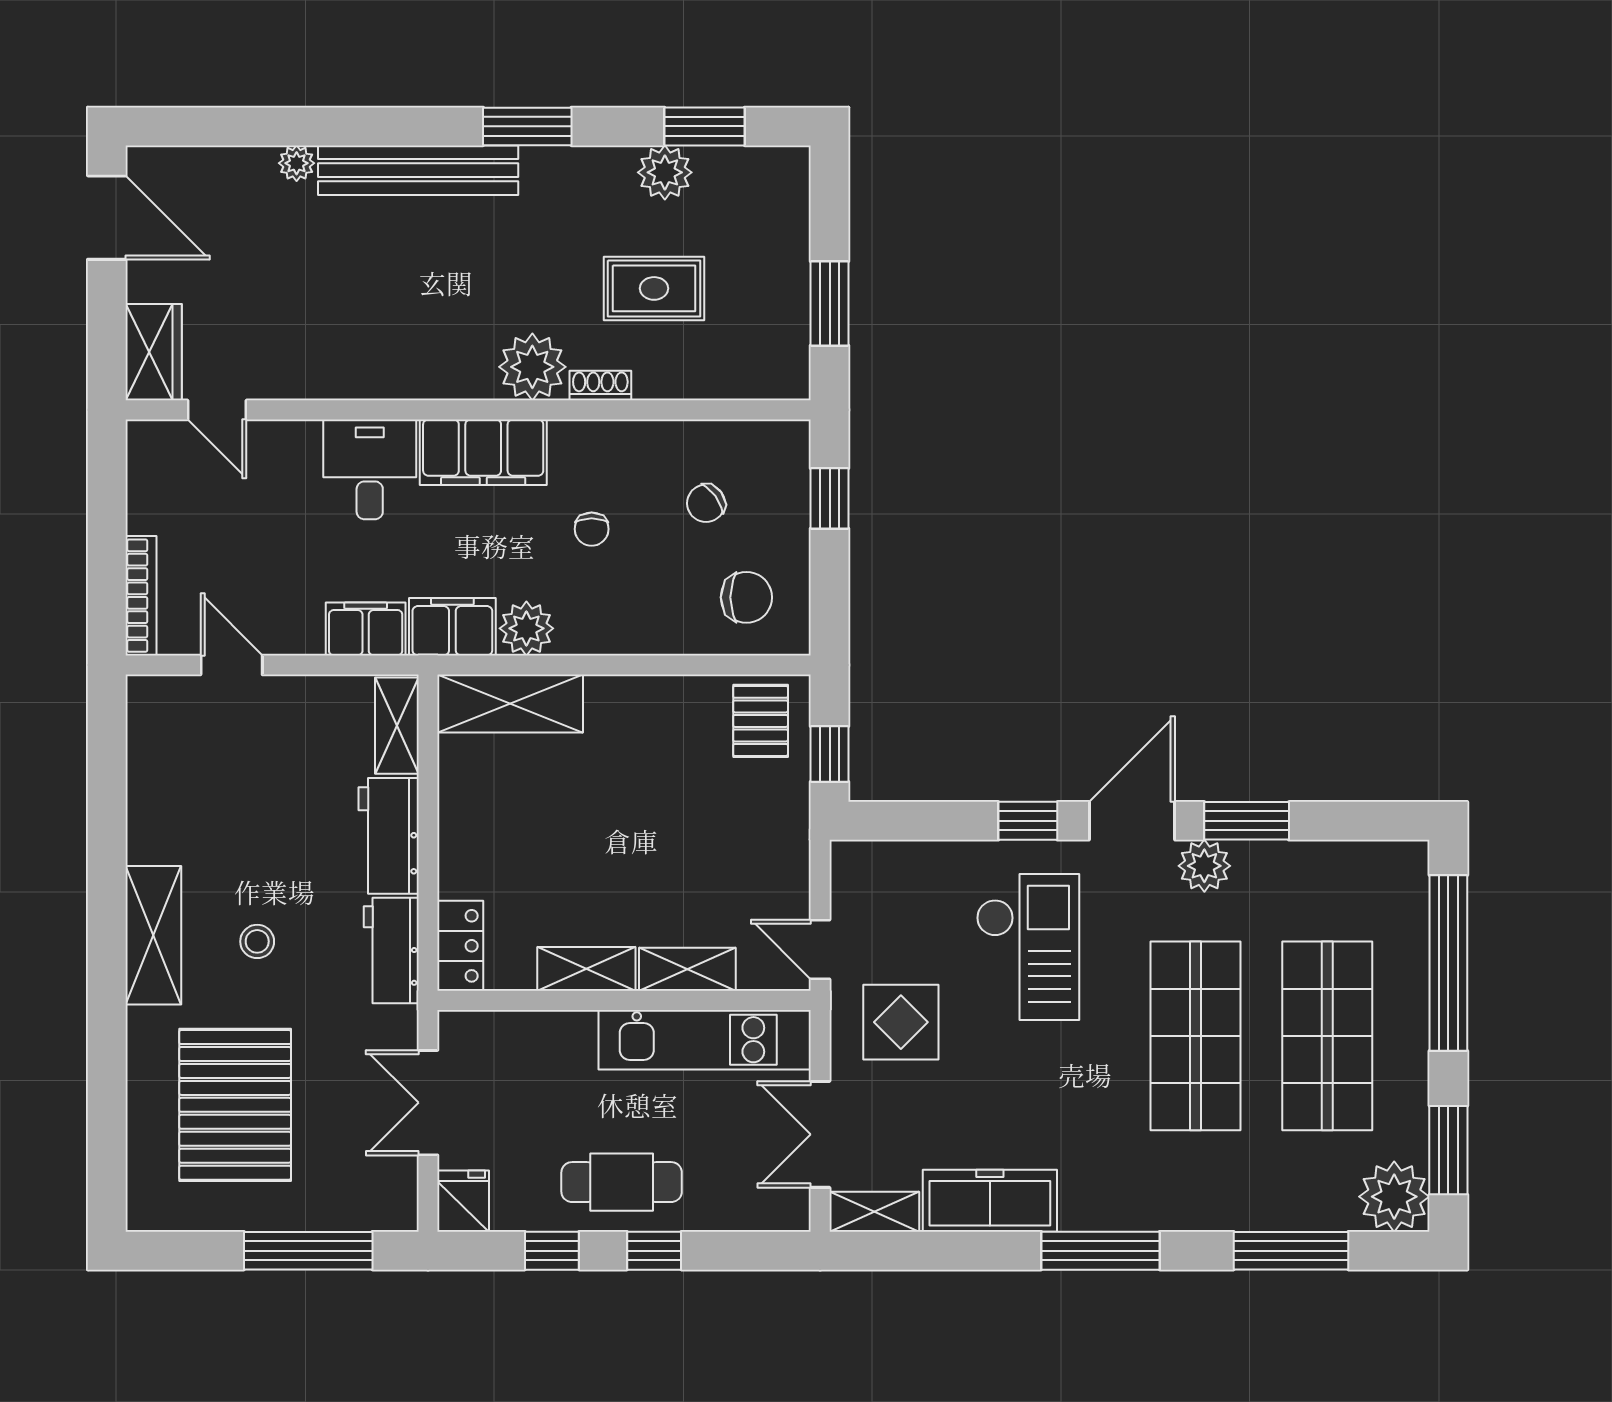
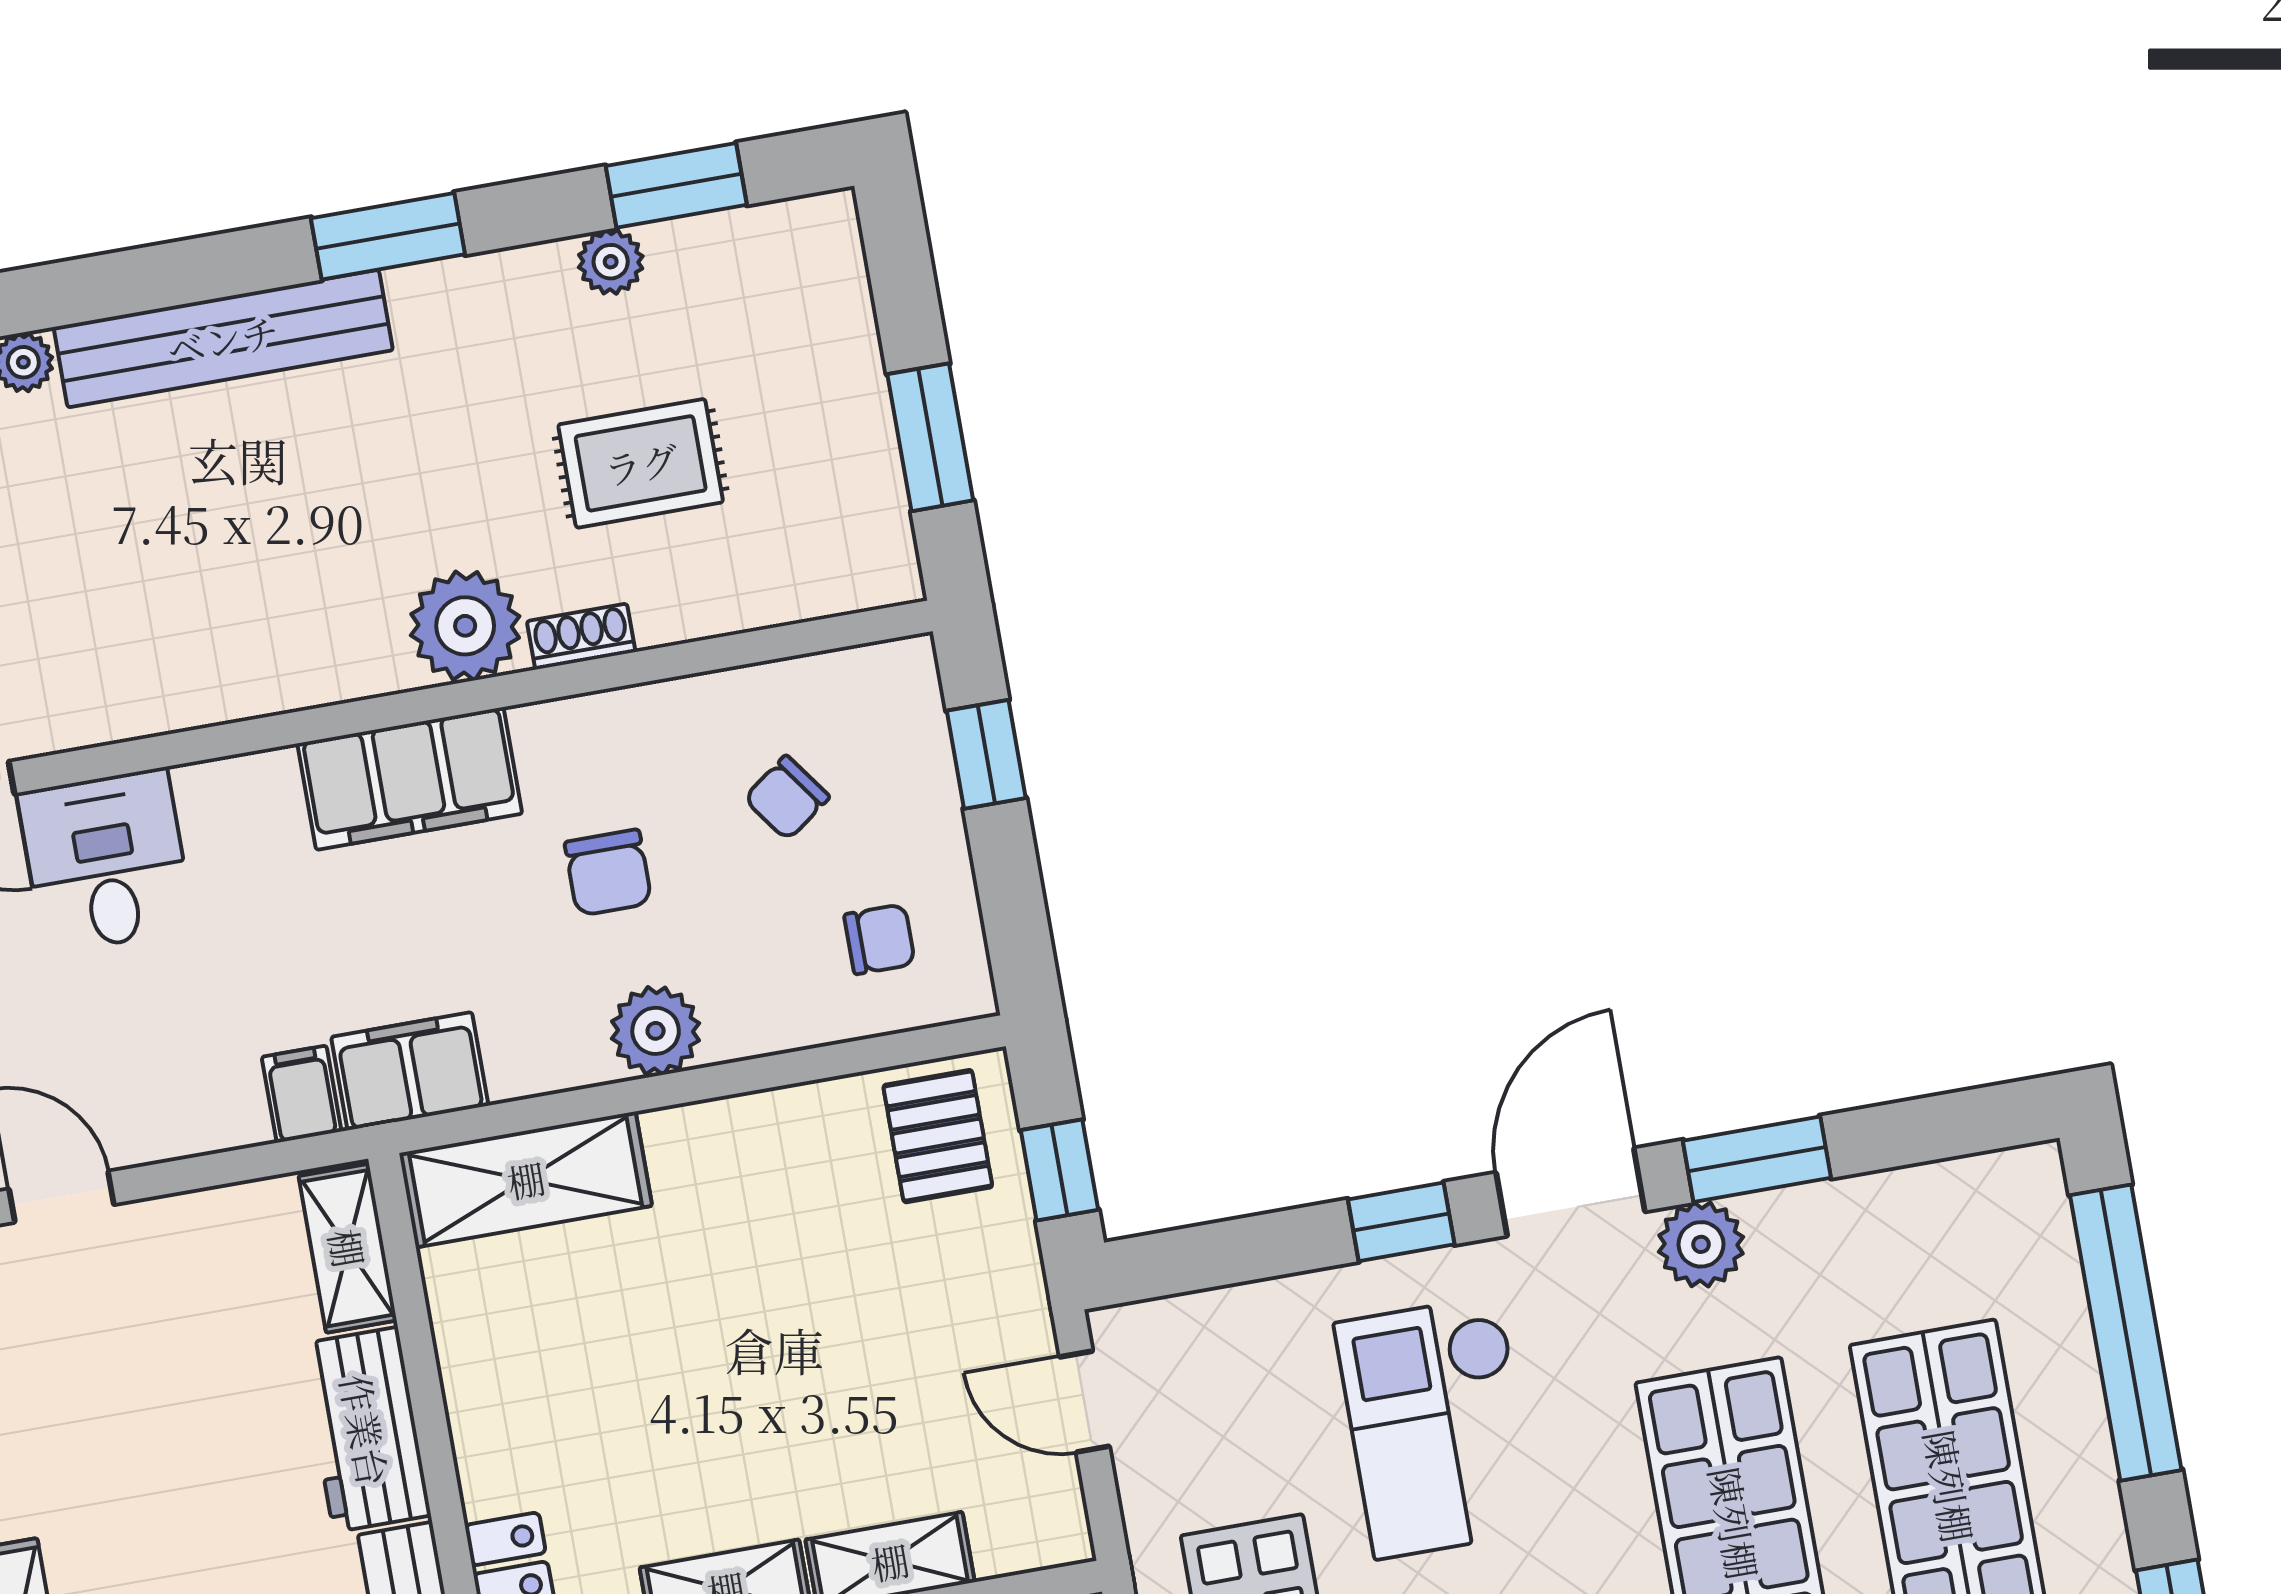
plant: (665, 172) -> (611, 262), width x0.73, depth x0.73
desk: (370, 469) -> (106, 861), moved
chair: (592, 529) -> (608, 873), width x1.37, depth x1.37
chair: (746, 597) -> (880, 939), width x0.73, depth x0.73
plant: (526, 628) -> (656, 1031), moved
filing cabinet: (366, 629) -> (302, 1094), width x0.50
checkout: (1028, 947) -> (1437, 1427), turned 180
door: (820, 949) -> (1084, 1402), moved

